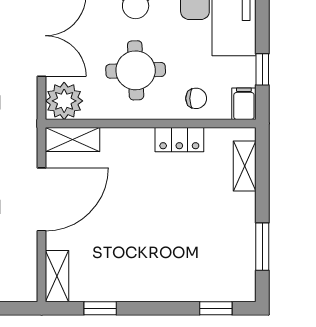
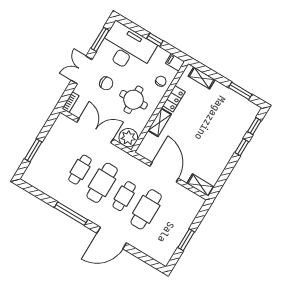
window: (262, 69) -> (155, 40), moved
shelving: (73, 139) -> (160, 122), moved
window: (100, 308) -> (242, 147), moved

